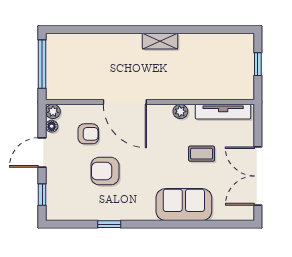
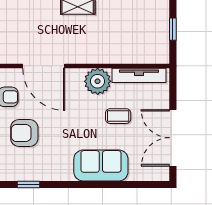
plant: (180, 111) -> (98, 81), width x1.87, depth x1.87

